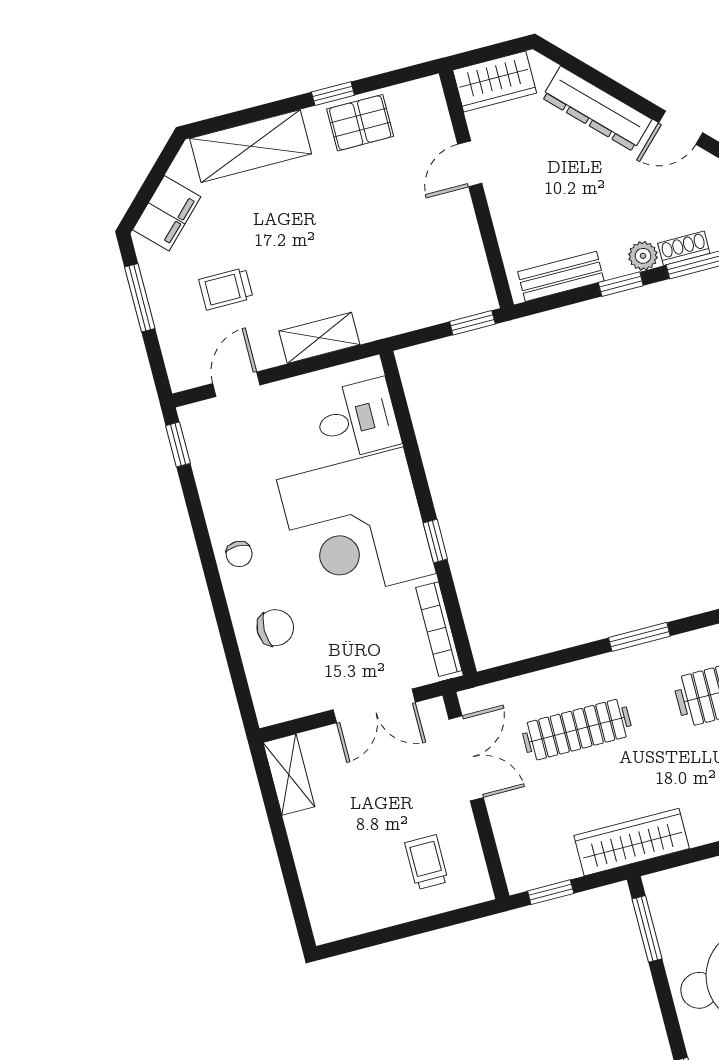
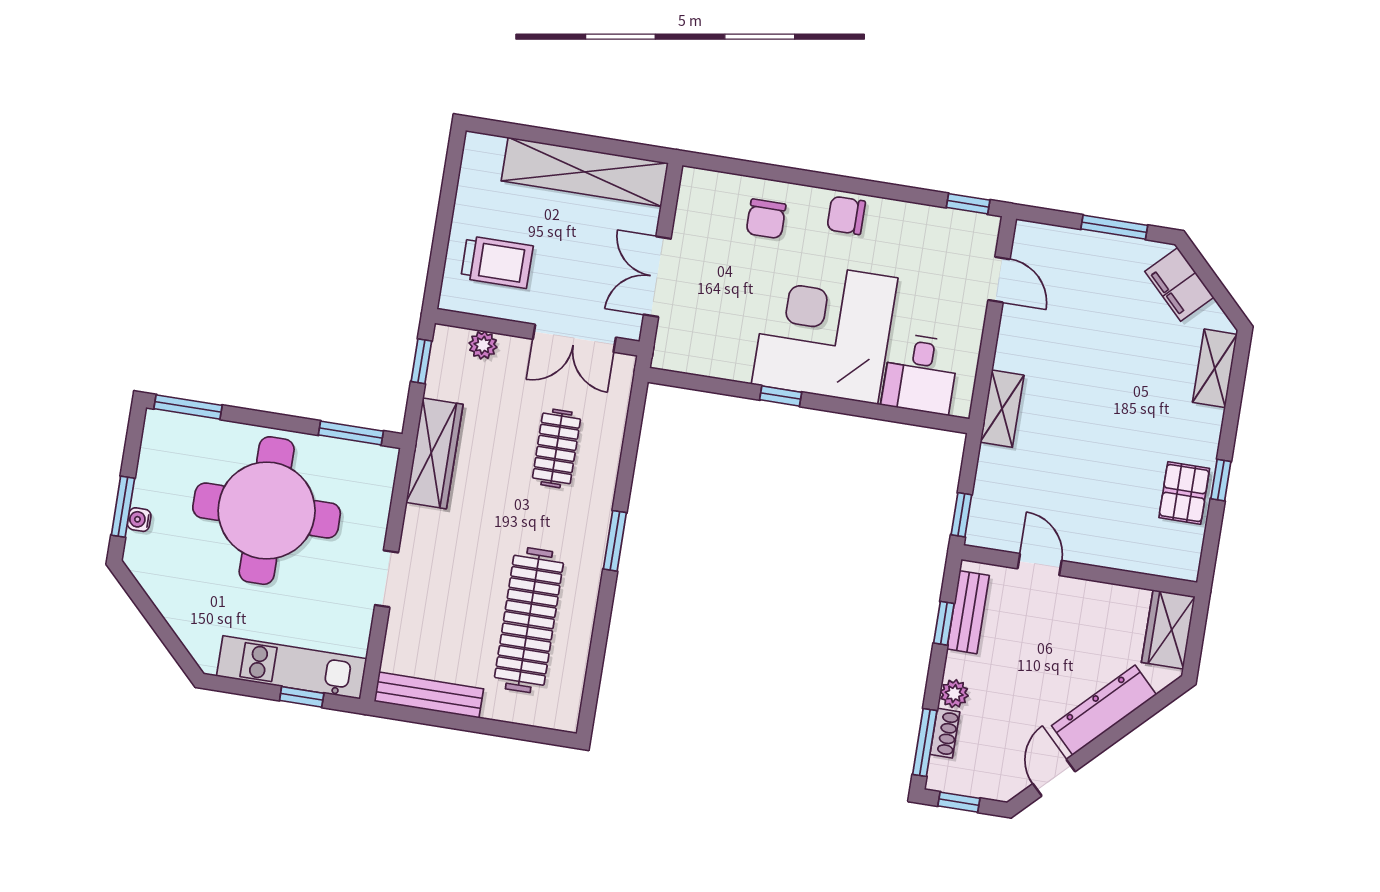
shelving: (251, 146) -> (1215, 368), width x0.67, depth x0.75
door: (470, 164) -> (1040, 565), moved
window: (621, 284) -> (944, 623), moved
trolley: (226, 289) -> (1088, 308), removed
shelving: (319, 338) -> (1002, 409), moved
chair: (239, 554) -> (846, 215), width x1.37, depth x1.37
bookcase: (439, 629) -> (701, 364), removed
clothes rail: (577, 730) -> (556, 448), width x0.73
shelving: (289, 775) -> (585, 172), width x2.20, depth x1.33
plant: (510, 841) -> (483, 345), added
trolley: (426, 862) -> (497, 262), width x1.36, depth x1.39

